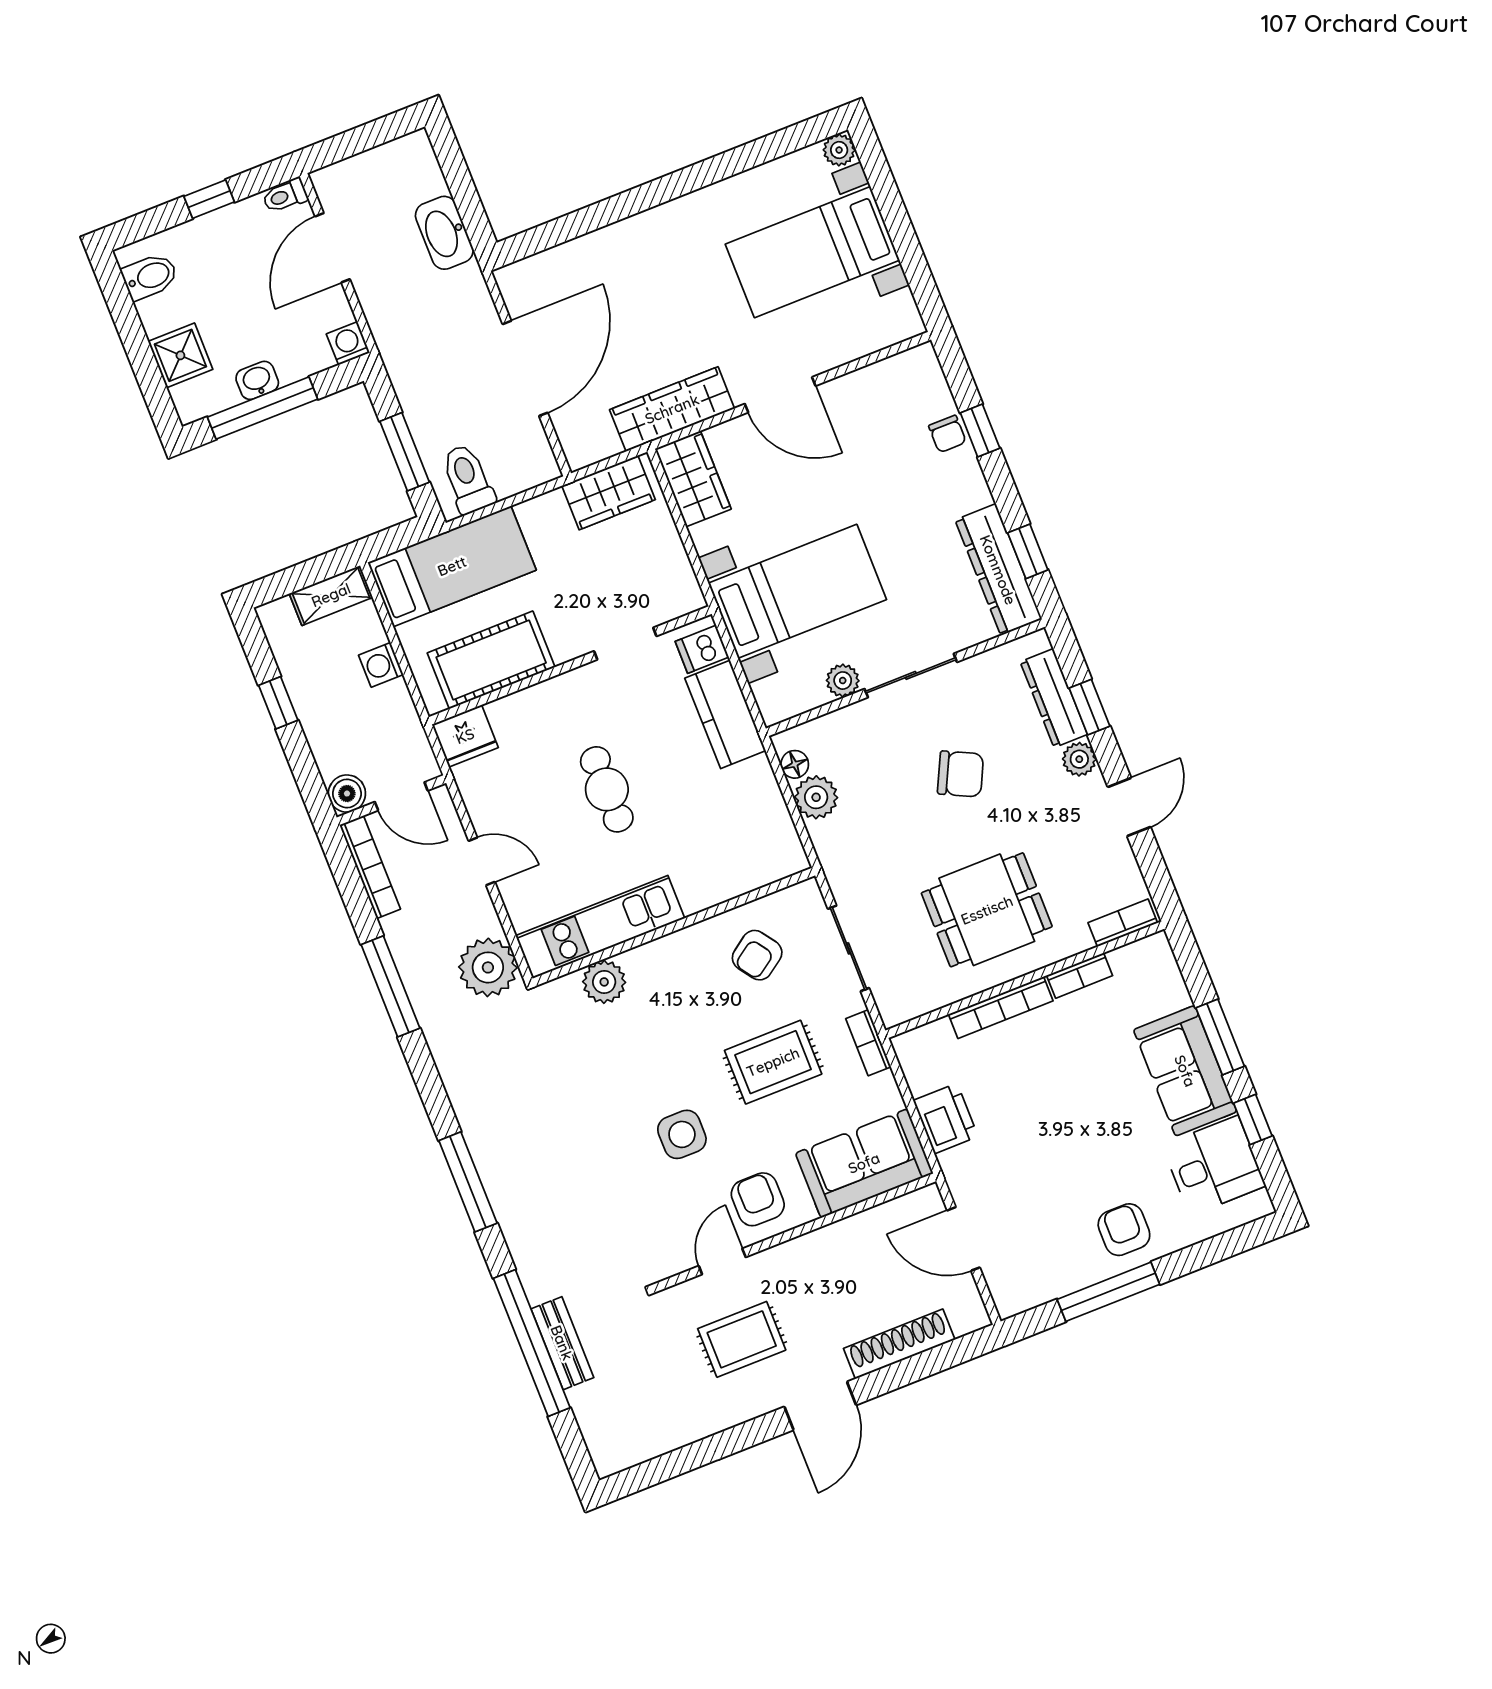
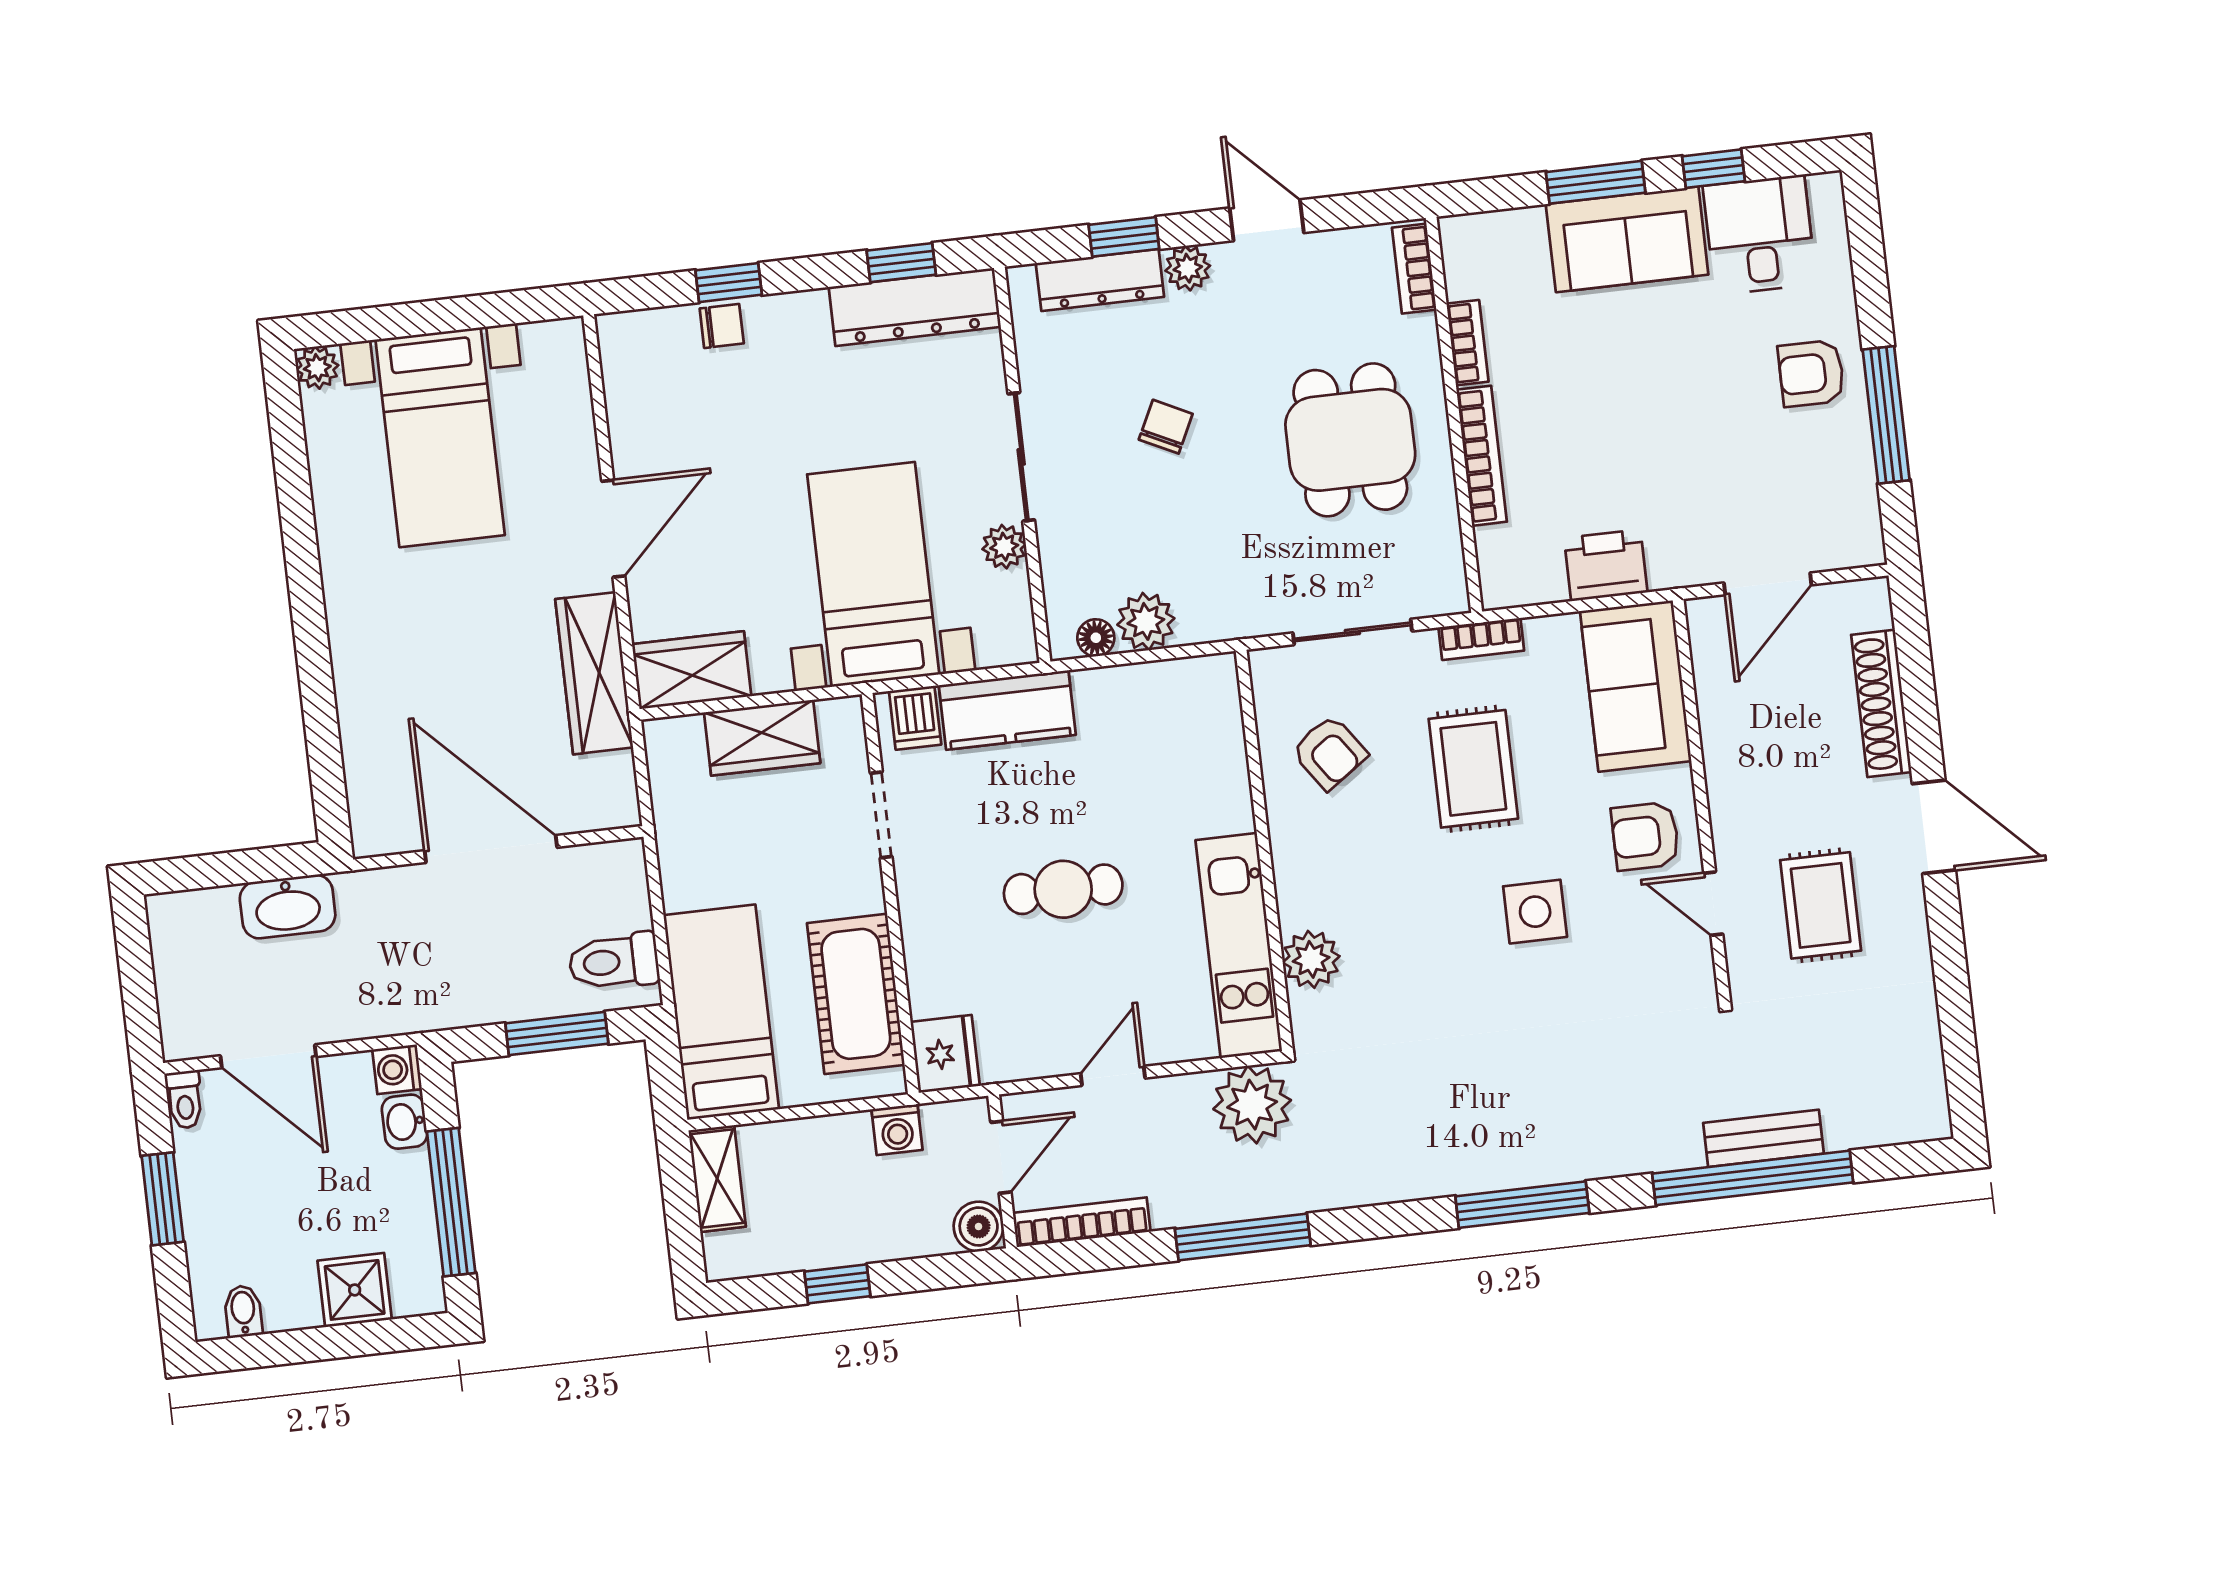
window: (209, 199) -> (163, 1199), width x1.50
bidet: (150, 276) -> (243, 1311), width x0.72, depth x0.74
washbasin: (257, 380) -> (405, 1122), moved
wardrobe: (608, 493) -> (762, 738), moved, turned 90
washing machine: (381, 665) -> (897, 1130), moved
chair: (961, 774) -> (1166, 427), width x0.73, depth x0.73

